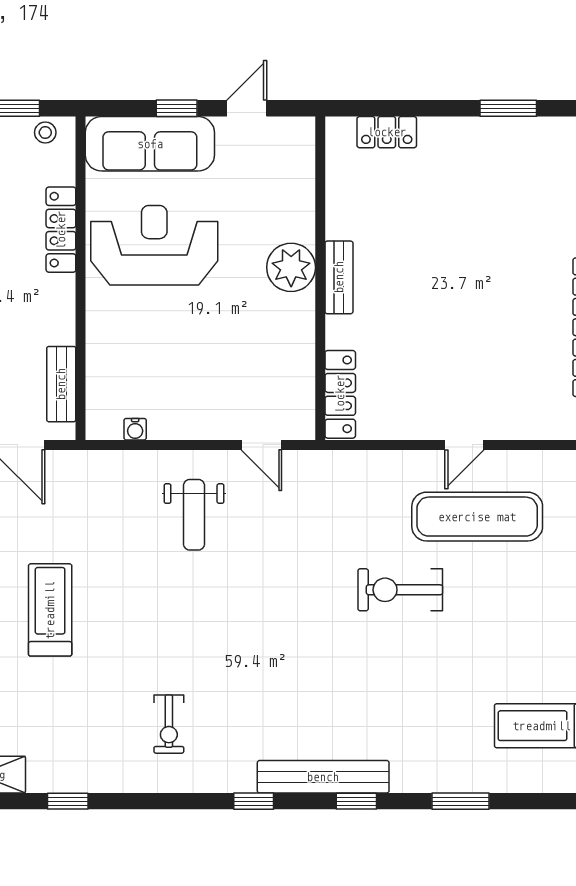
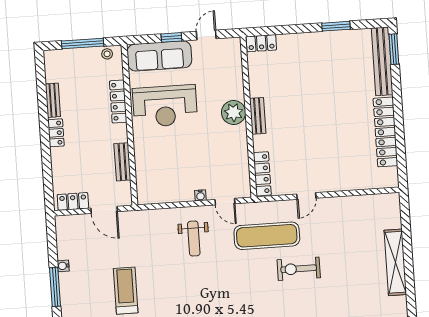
locker: (387, 132) -> (261, 43), moved
reception desk: (154, 245) -> (165, 106), turned 180
bench: (61, 384) -> (122, 162), moved
water cooler: (135, 429) -> (200, 195), moved
door: (464, 445) -> (306, 196), moved
exercise mat: (477, 517) -> (267, 236), moved

